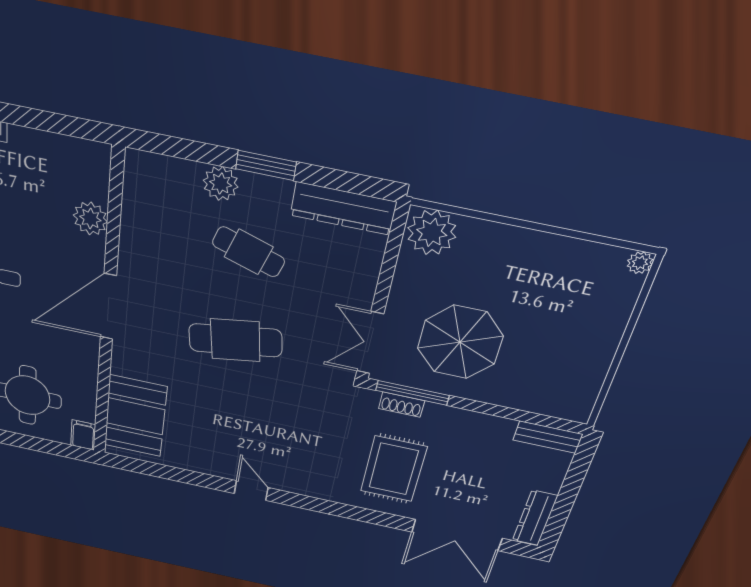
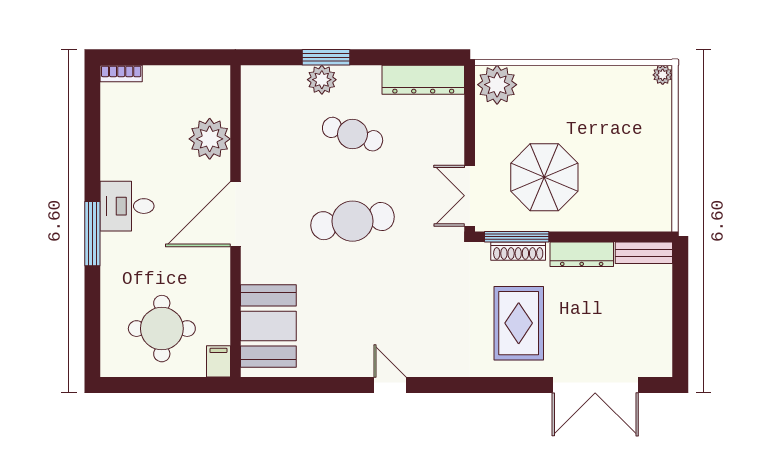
window: (266, 165) -> (326, 57), moved
plant: (90, 219) -> (210, 139), width x1.36, depth x1.36
shoe rack: (402, 405) -> (518, 251), width x1.43
dresser: (535, 518) -> (582, 254), moved, turned -90

